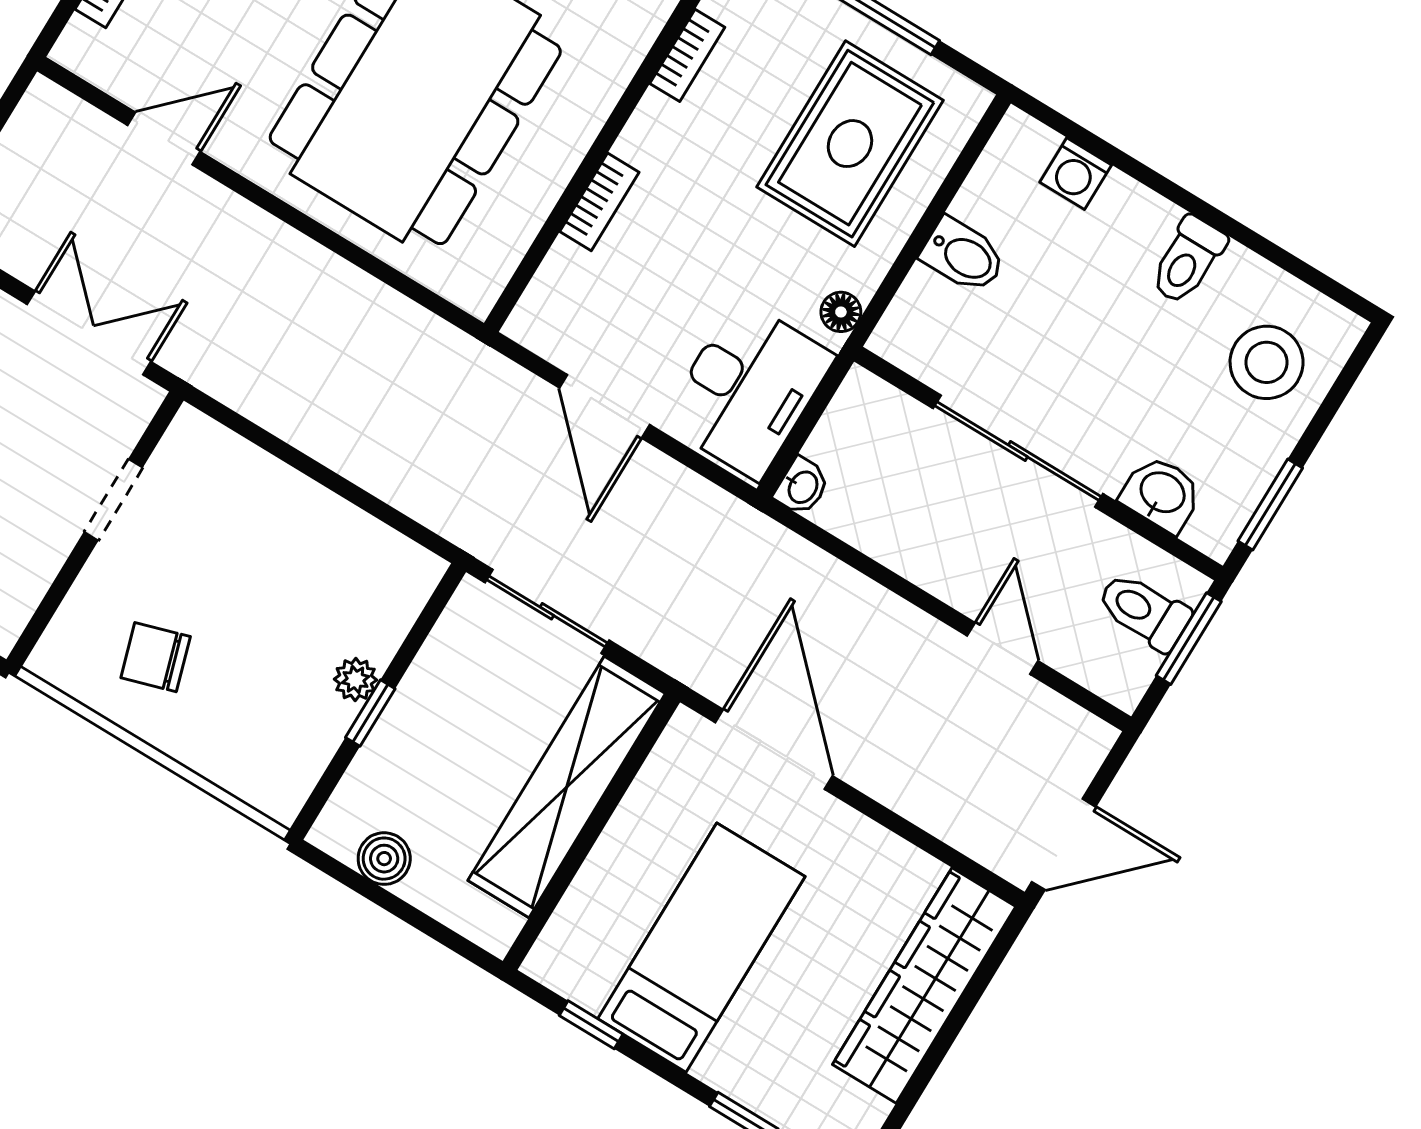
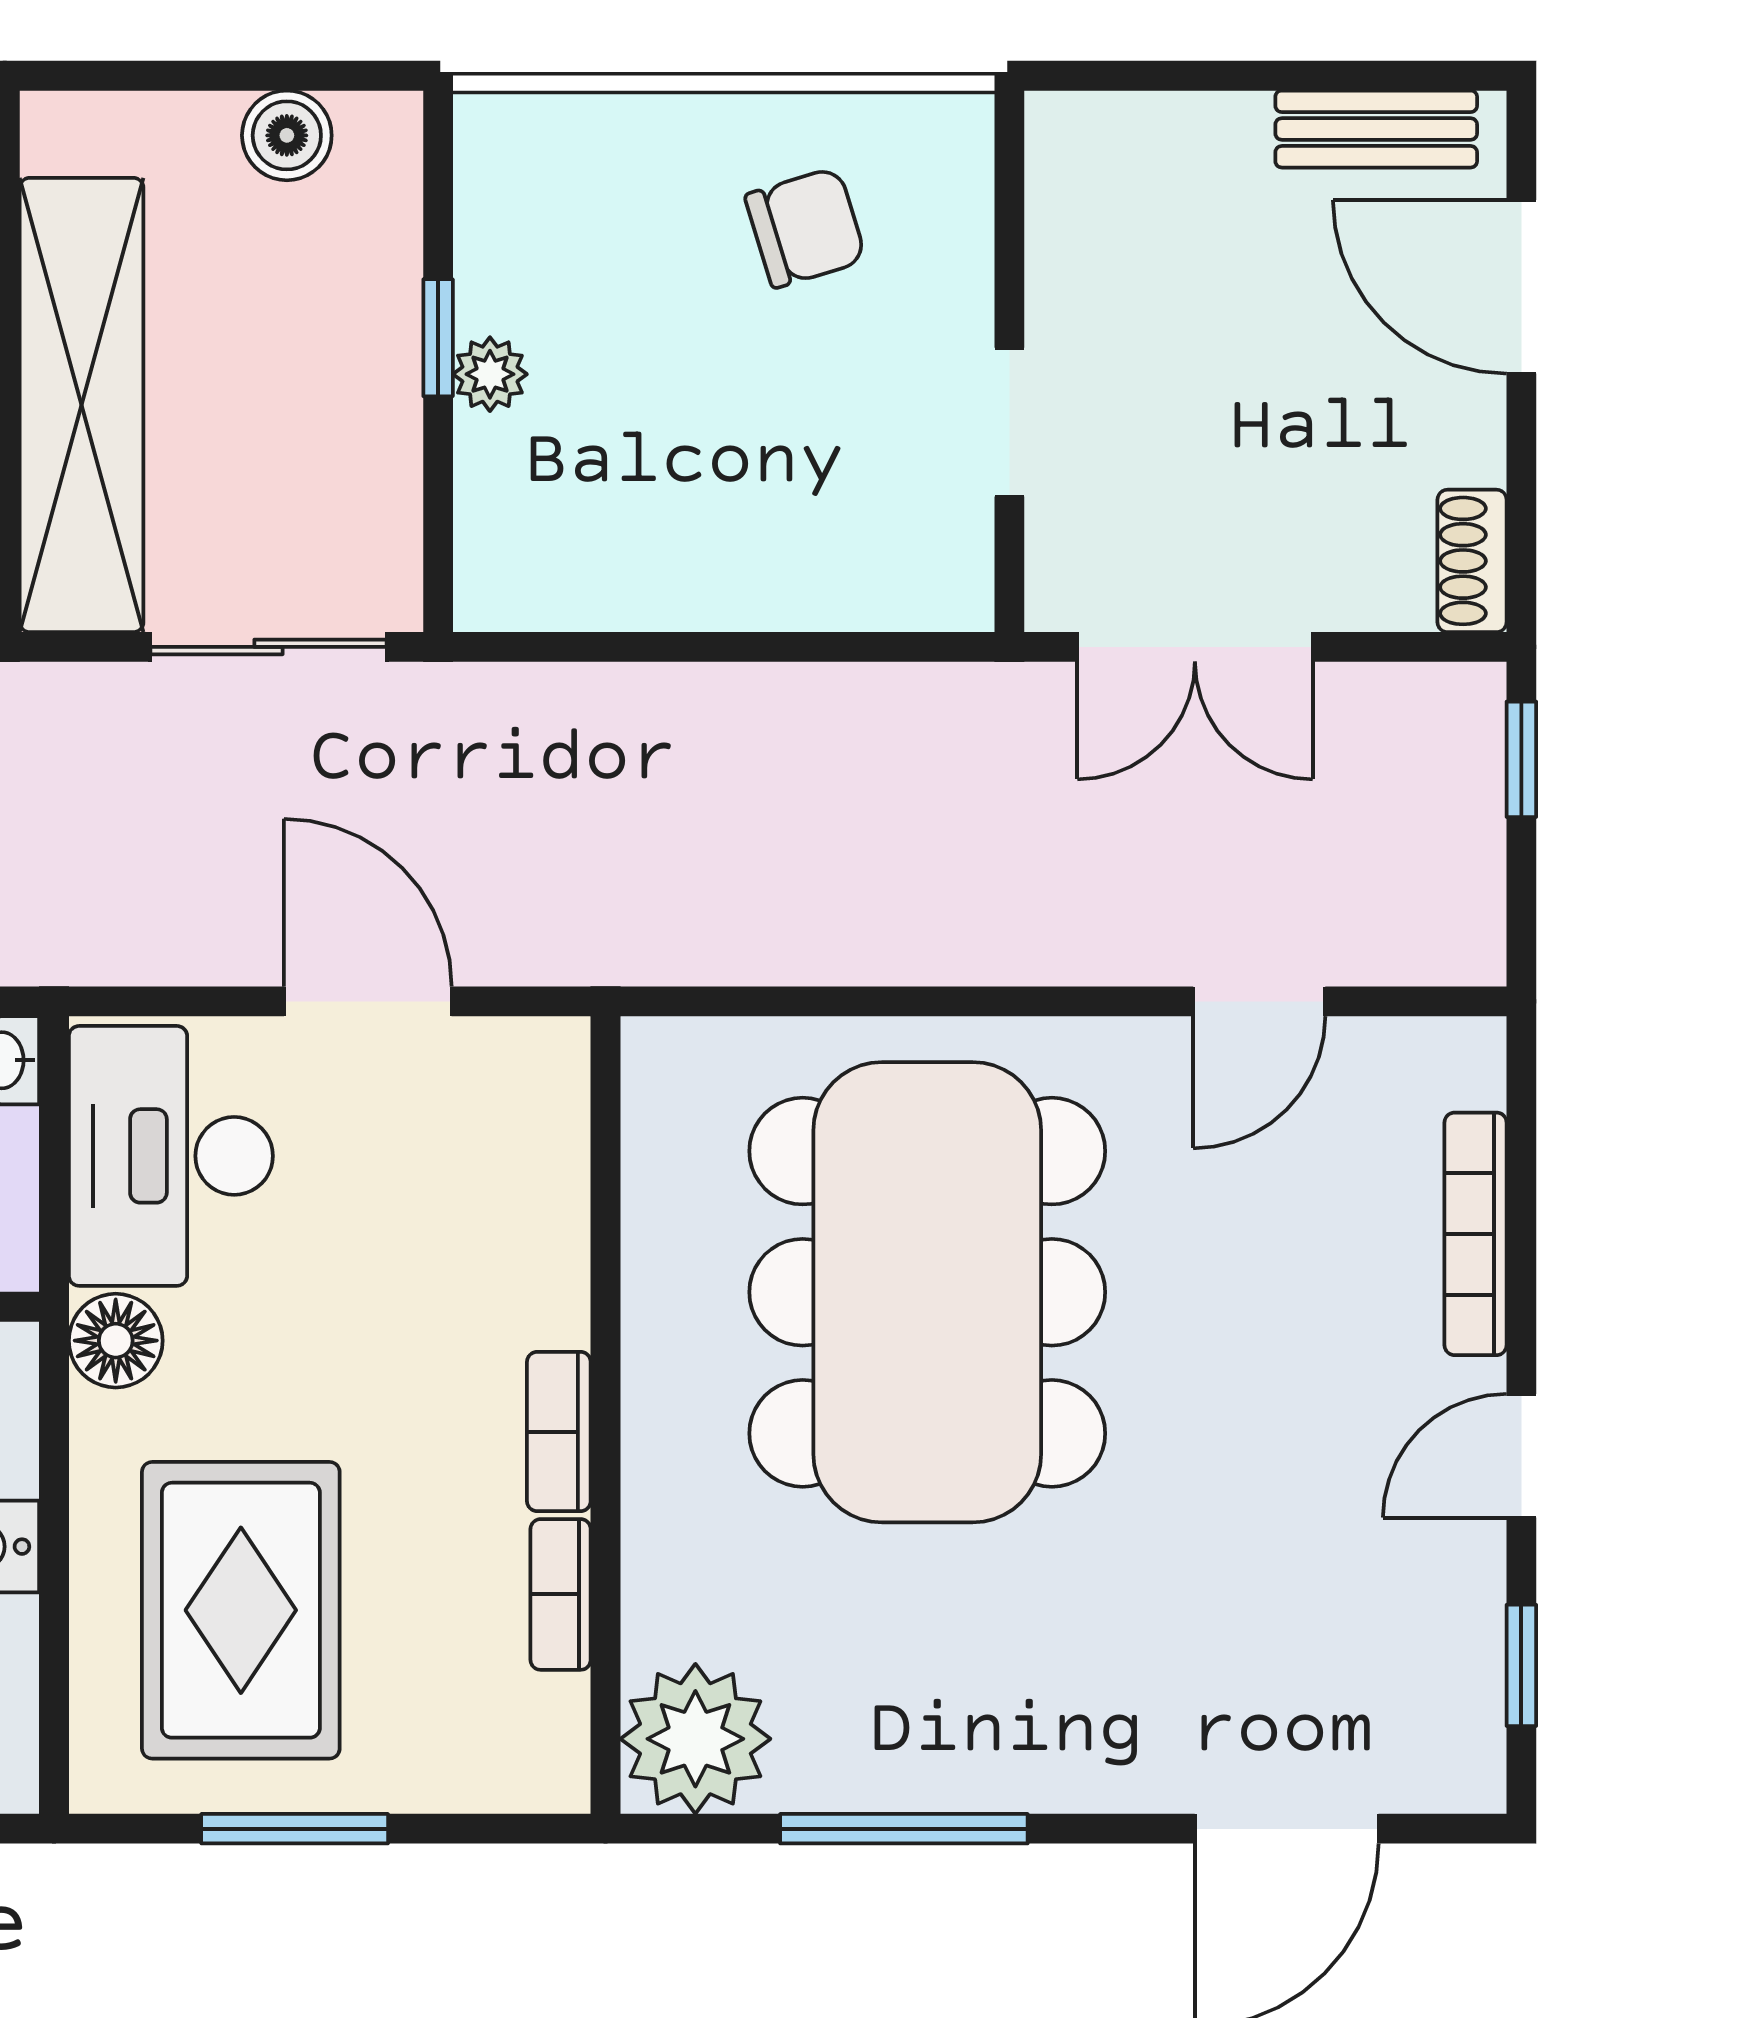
bookcase: (599, 202) -> (559, 1432), moved
floor lamp: (841, 312) -> (116, 1341), width x1.37, depth x1.37

